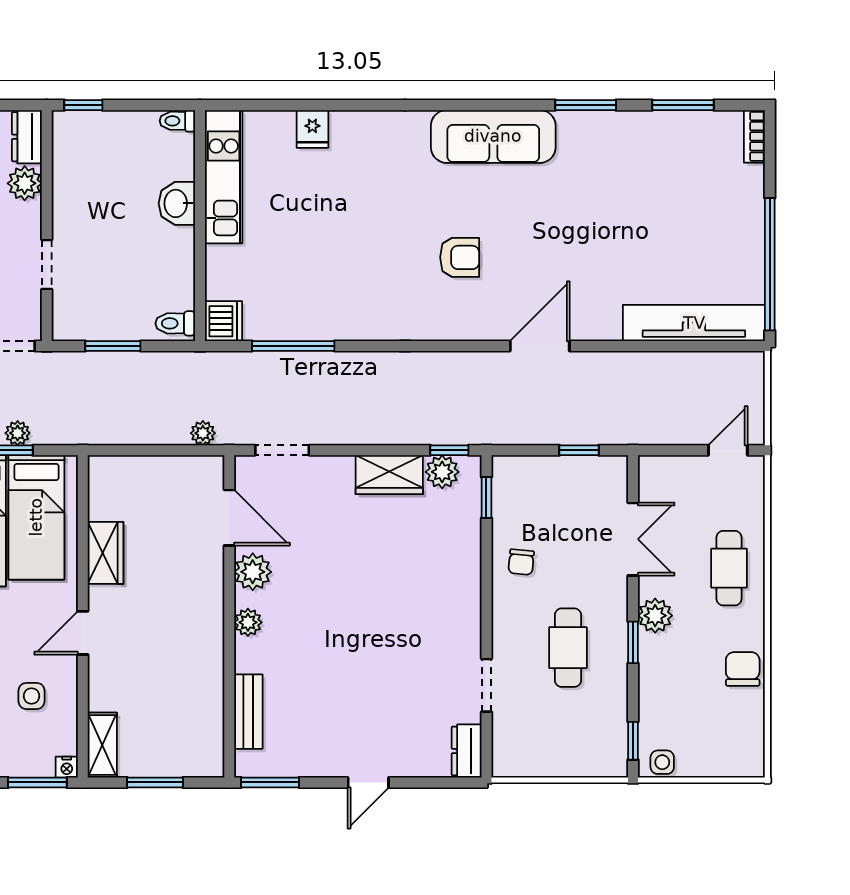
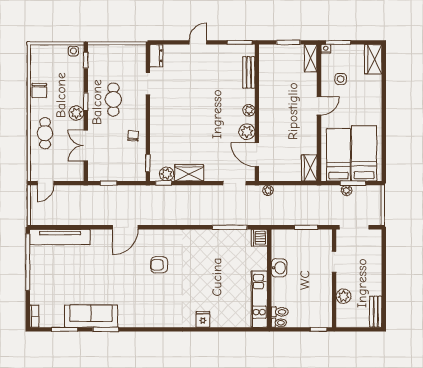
fridge: (312, 129) -> (203, 319), moved
sofa: (493, 136) -> (91, 316), moved
dresser: (27, 137) -> (343, 316), removed
washbasin: (177, 203) -> (279, 268), moved
toilet: (175, 323) -> (280, 312), moved
wardrobe: (106, 553) -> (309, 168), moved

